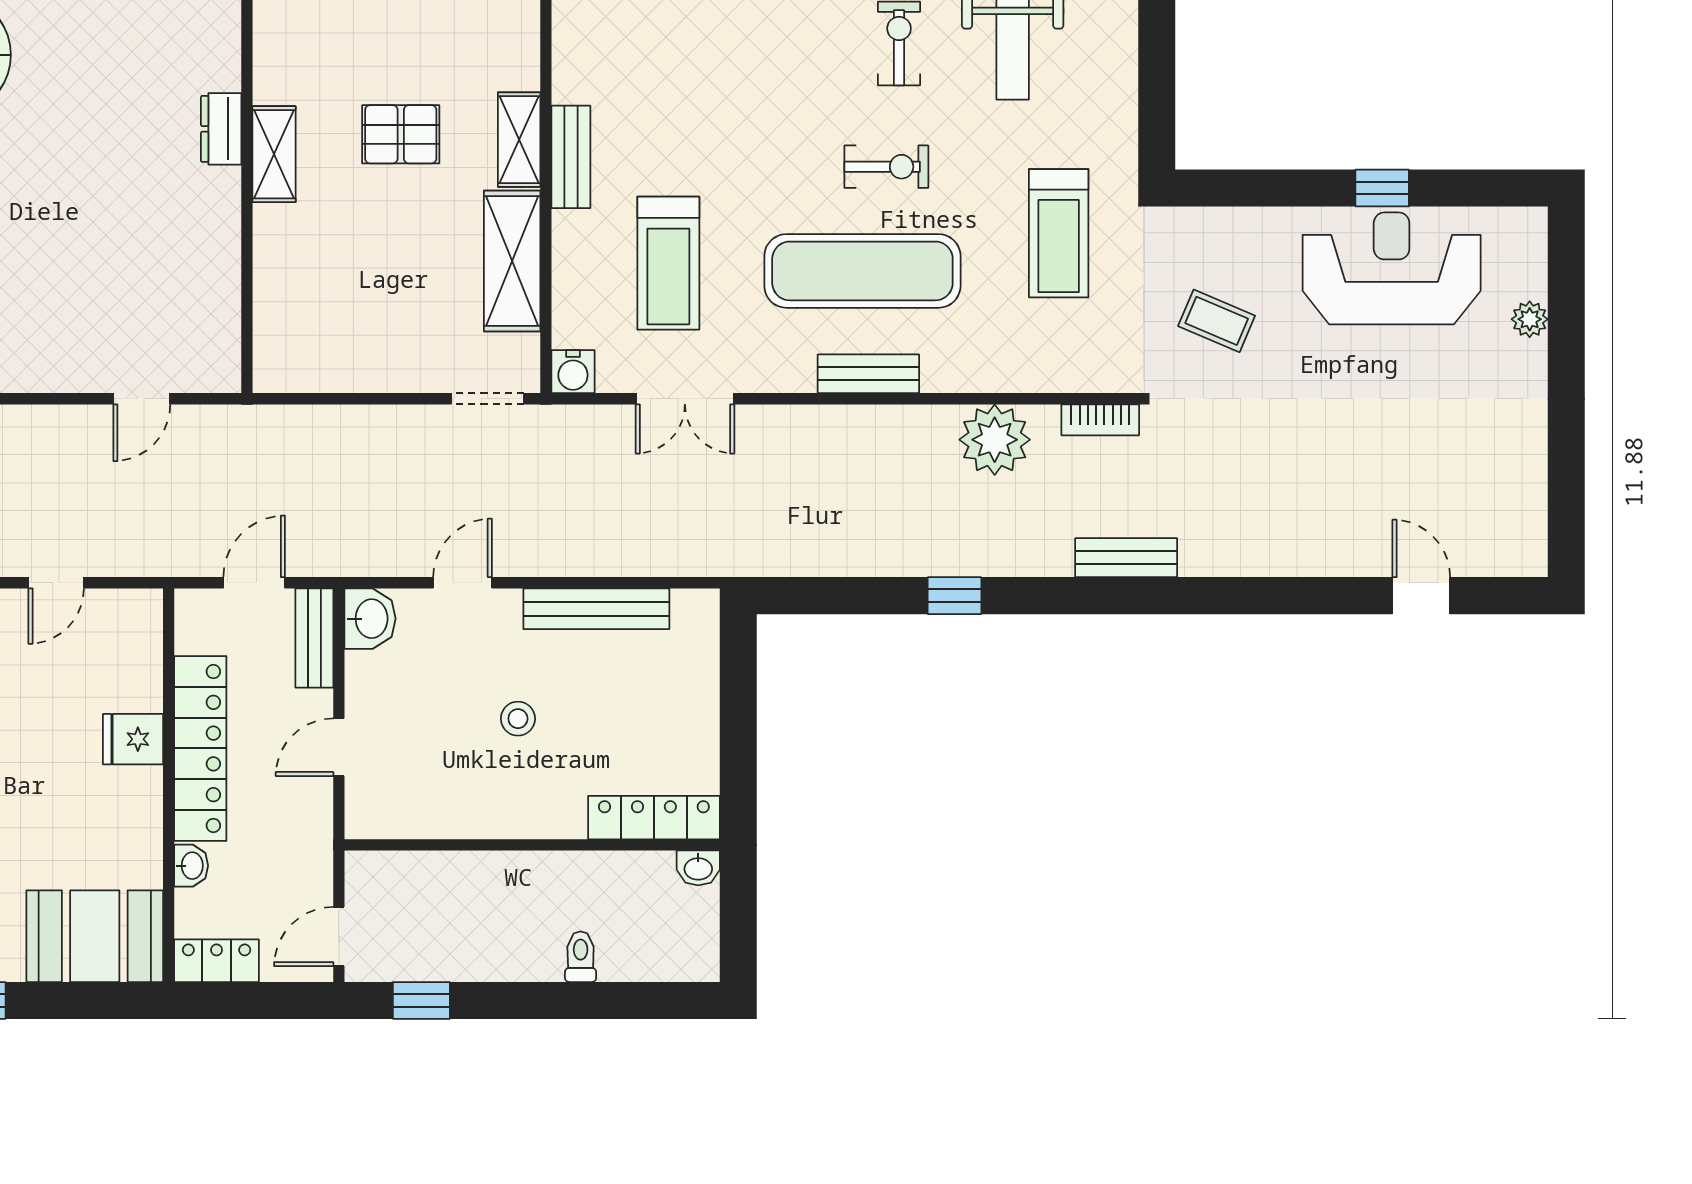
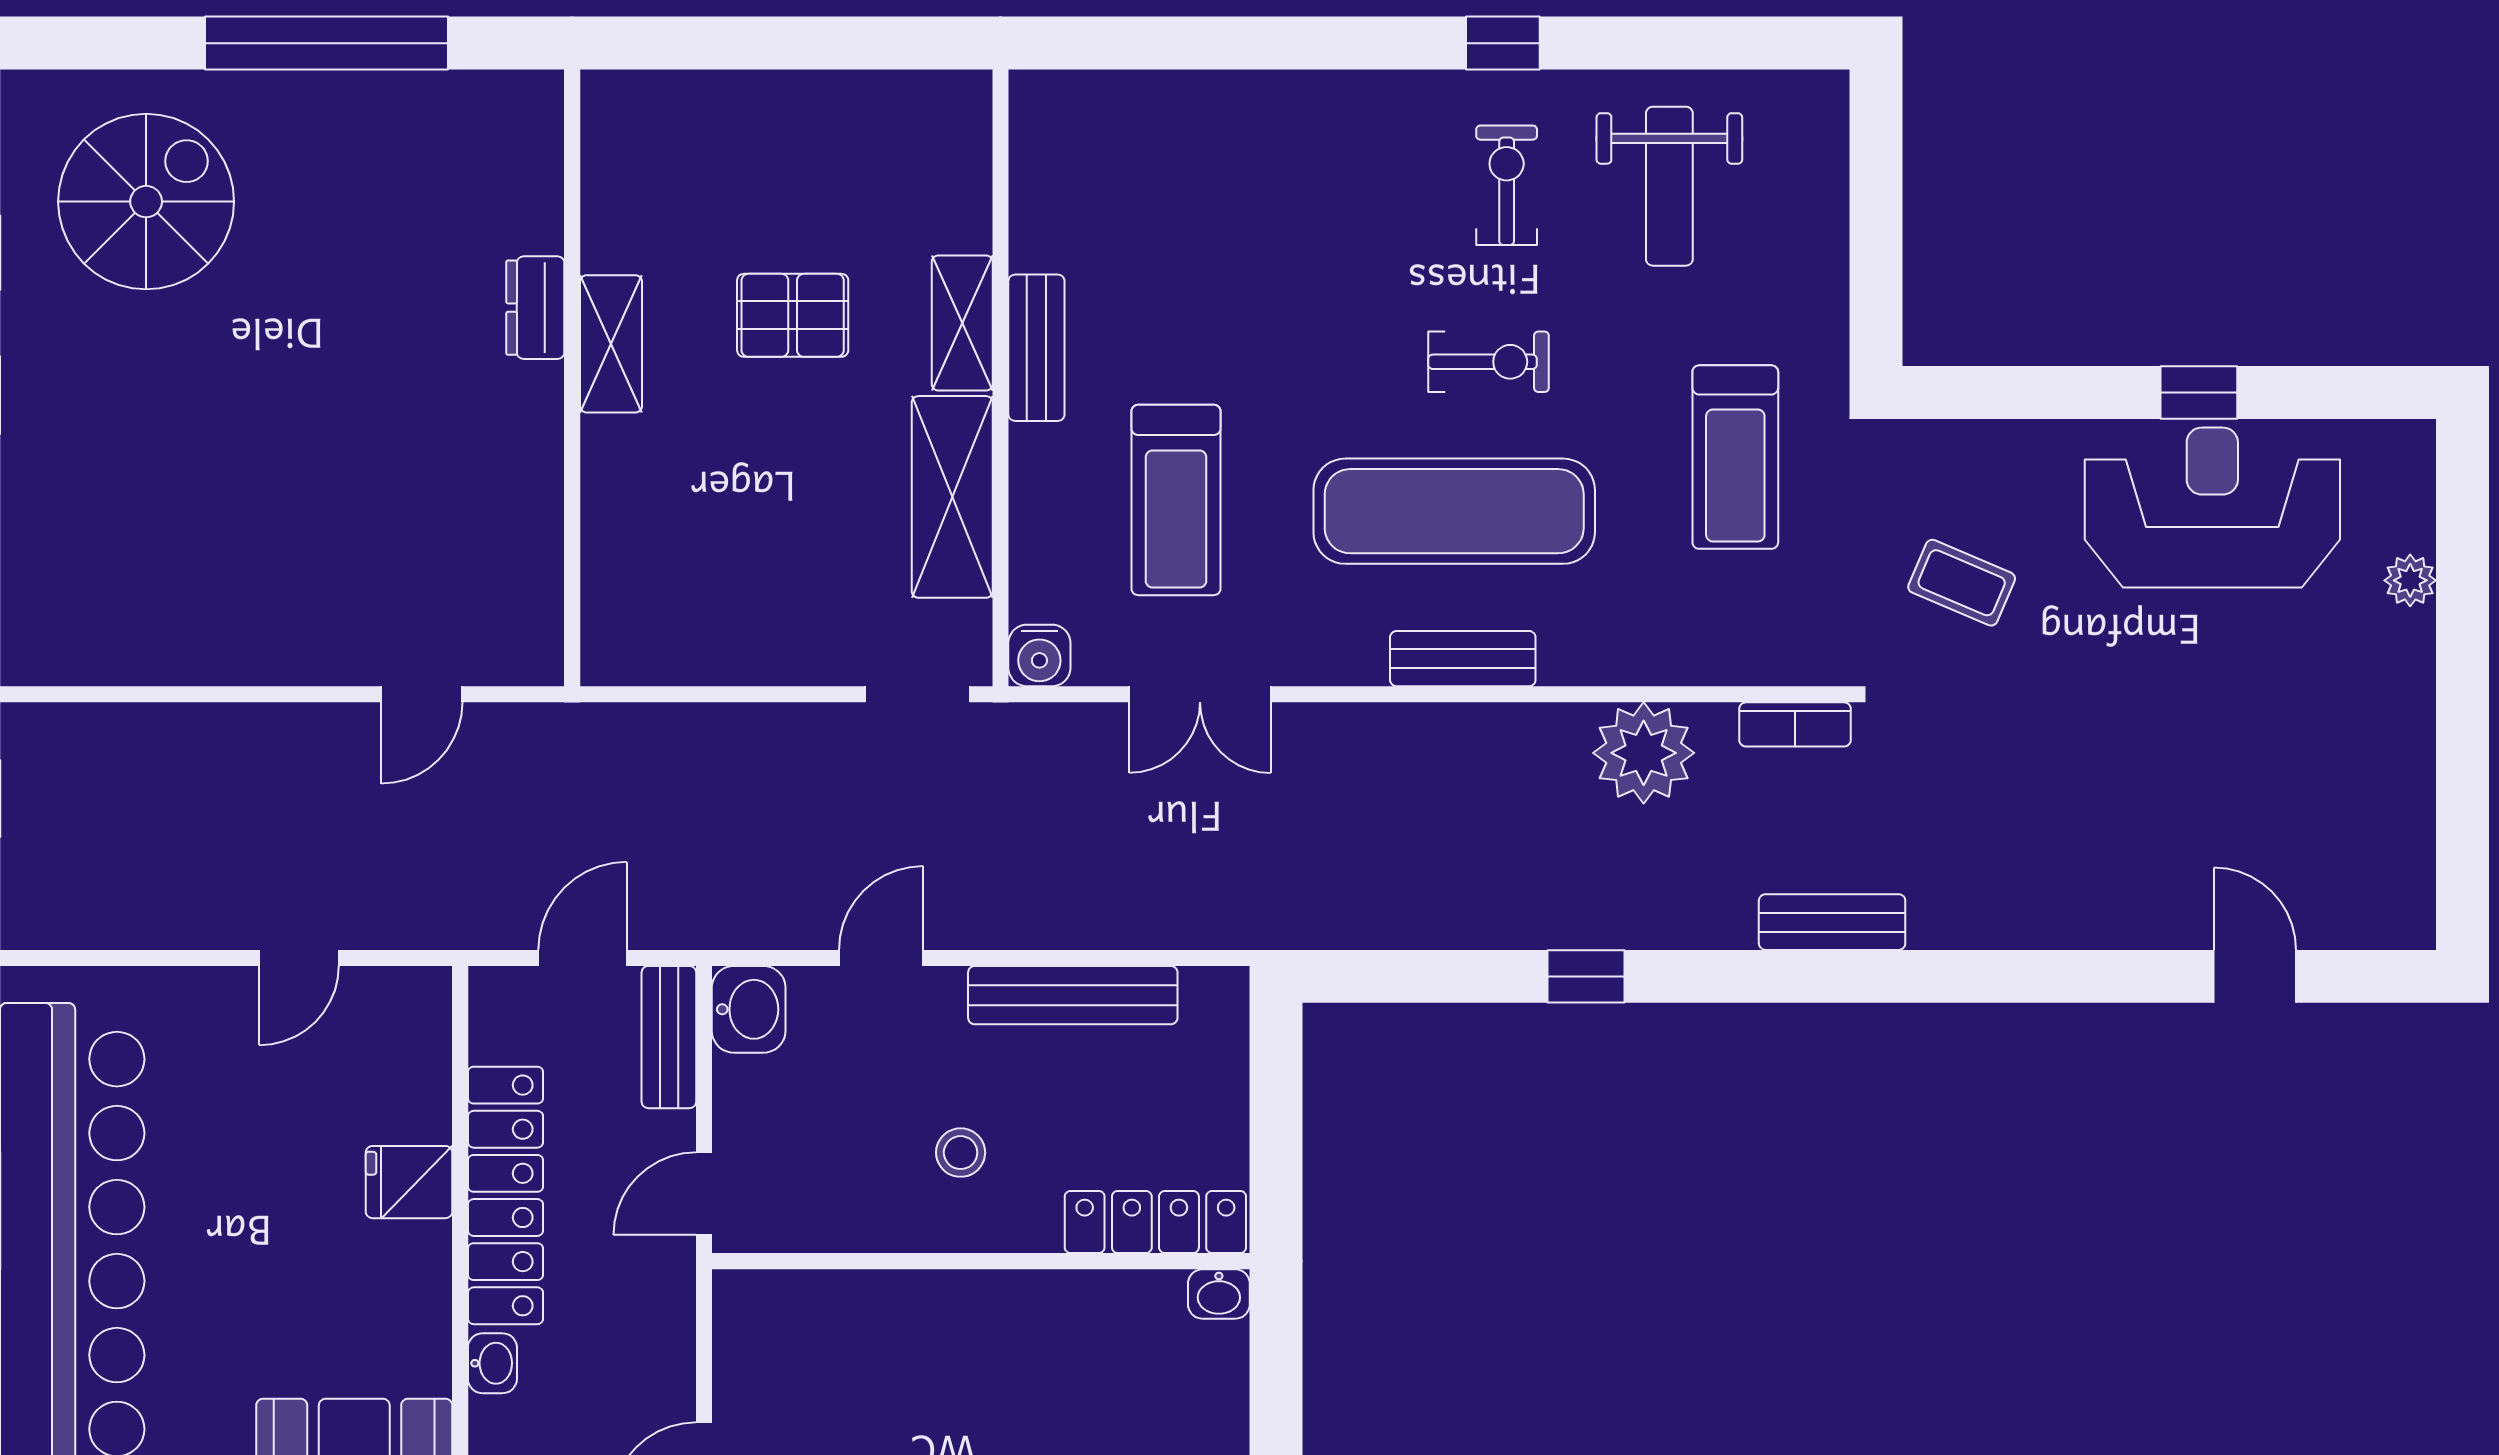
locker: (654, 818) -> (1155, 1222), moved
wall: (532, 845) -> (981, 1261), moved
washbasin: (698, 868) -> (1219, 1294), moved

